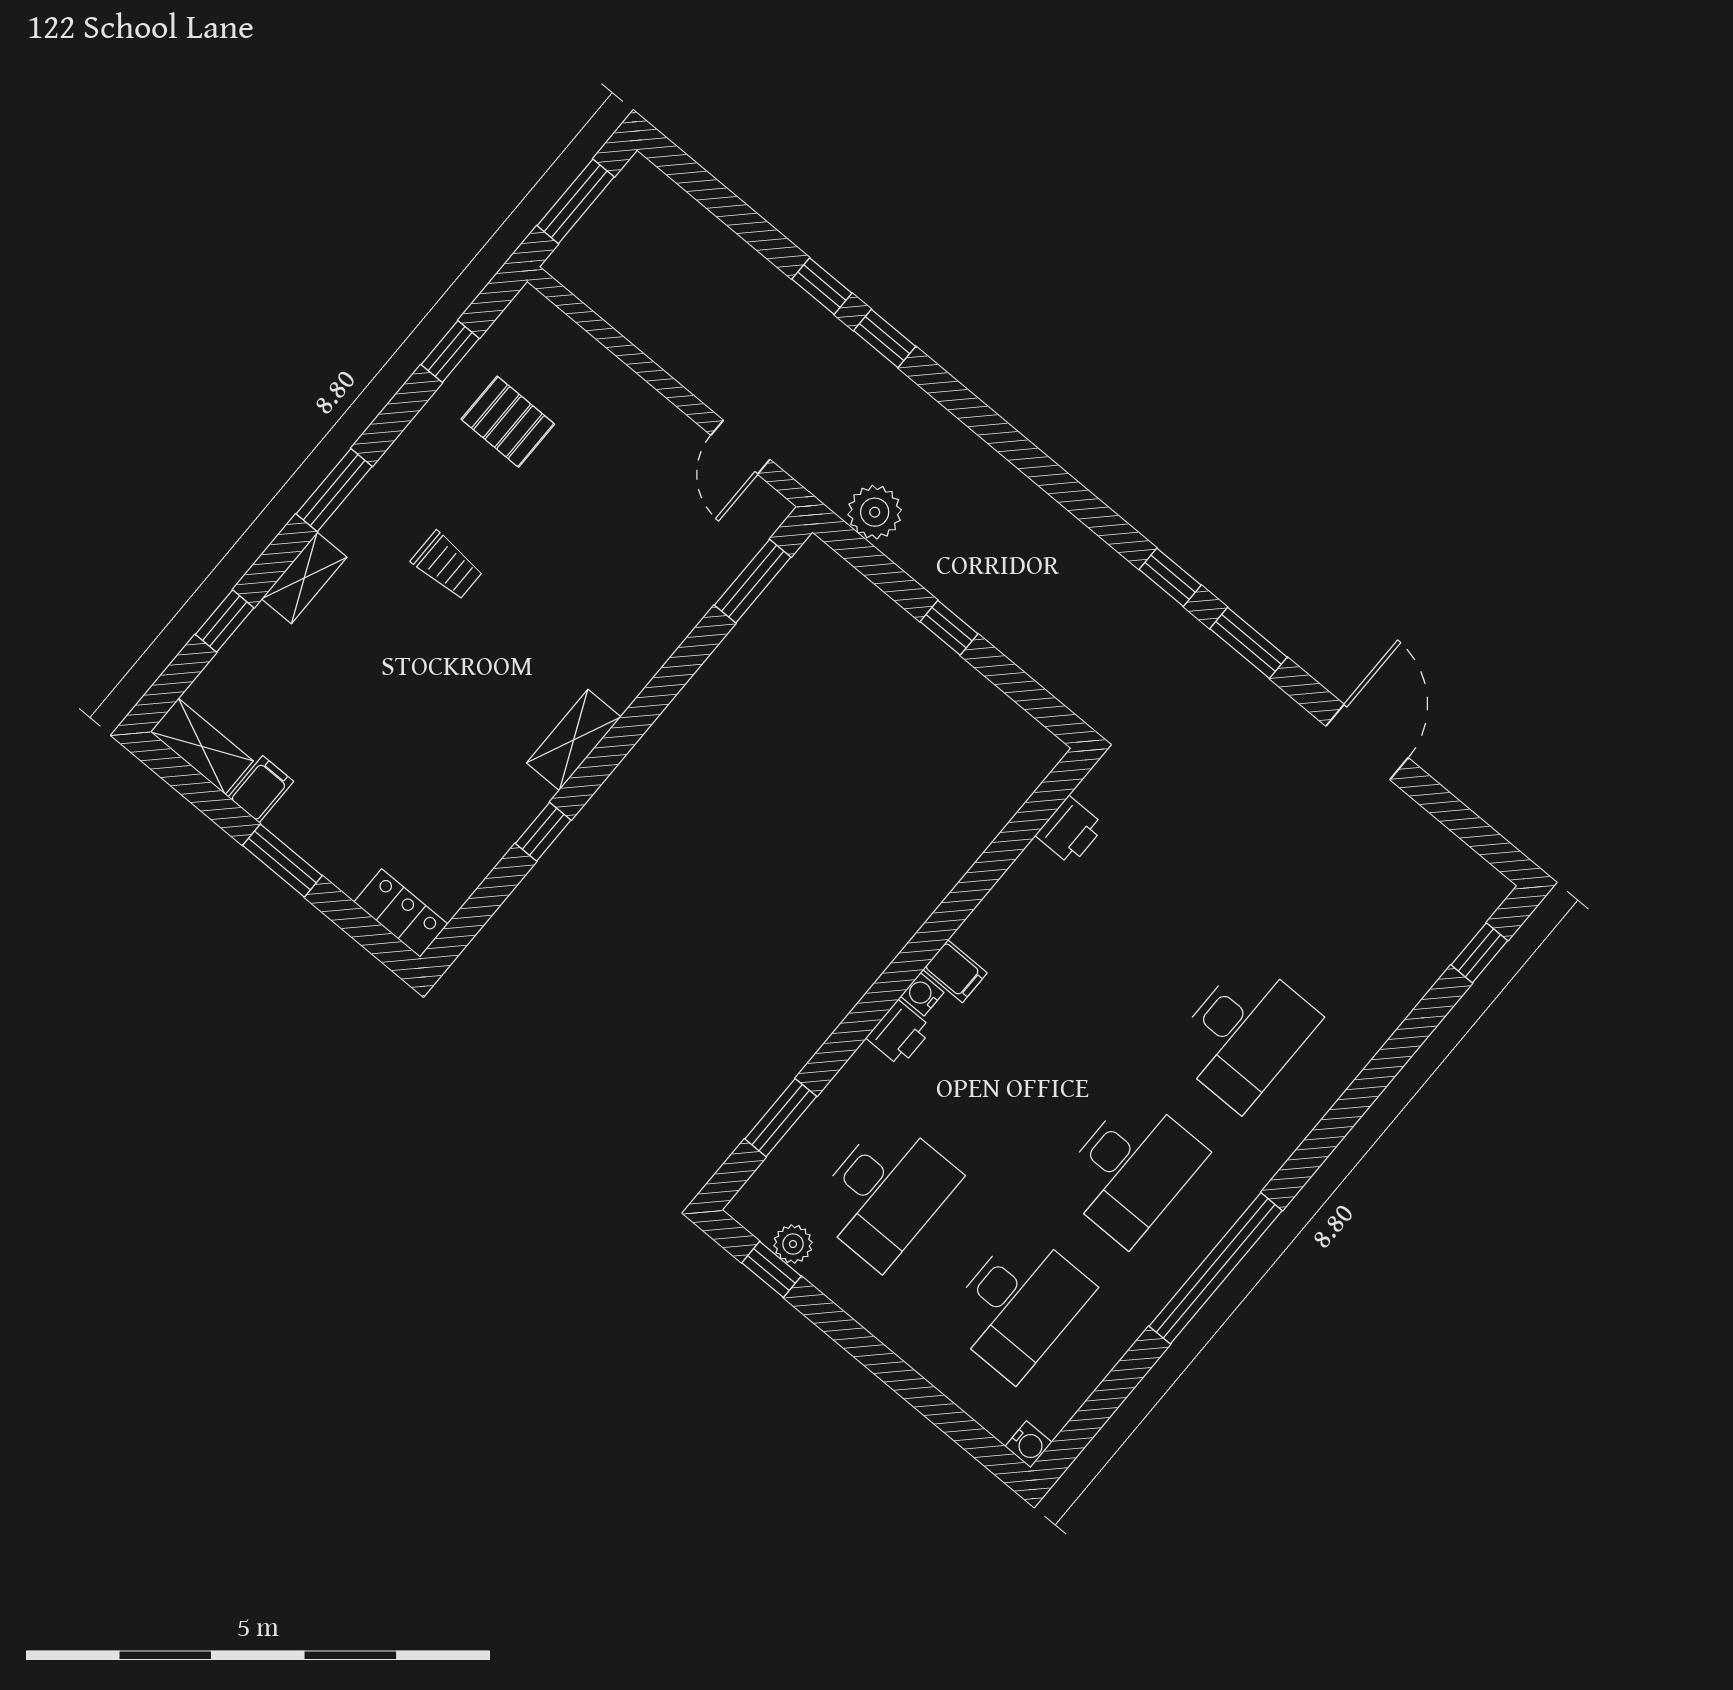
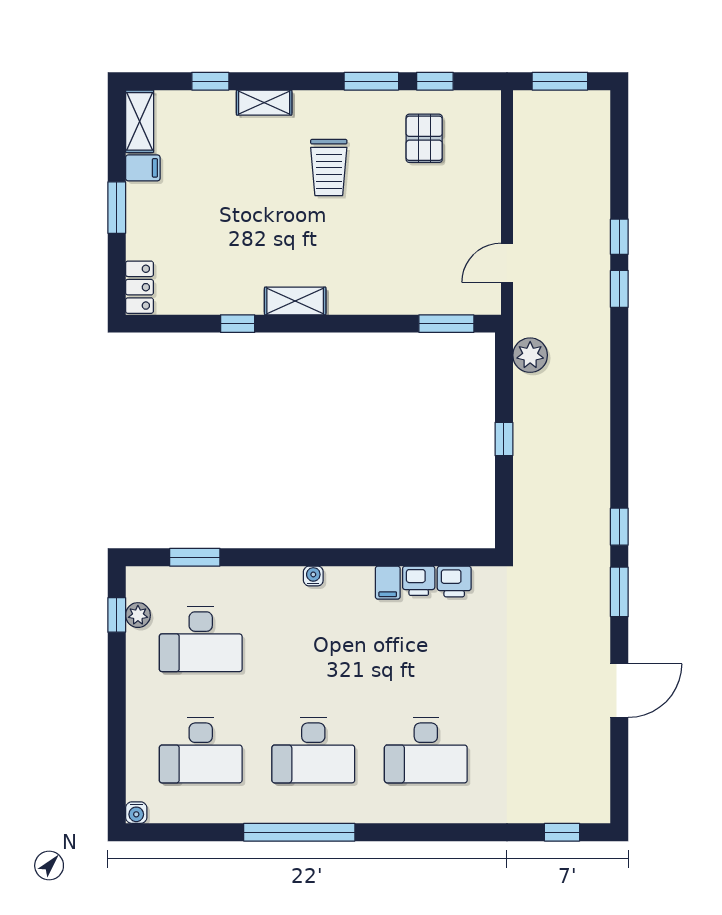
window: (334, 490) -> (371, 81), moved
trolley: (447, 566) -> (329, 167), width x1.36, depth x1.39
filing cabinet: (955, 971) -> (388, 583), moved
printer: (899, 1033) -> (419, 581), moved

